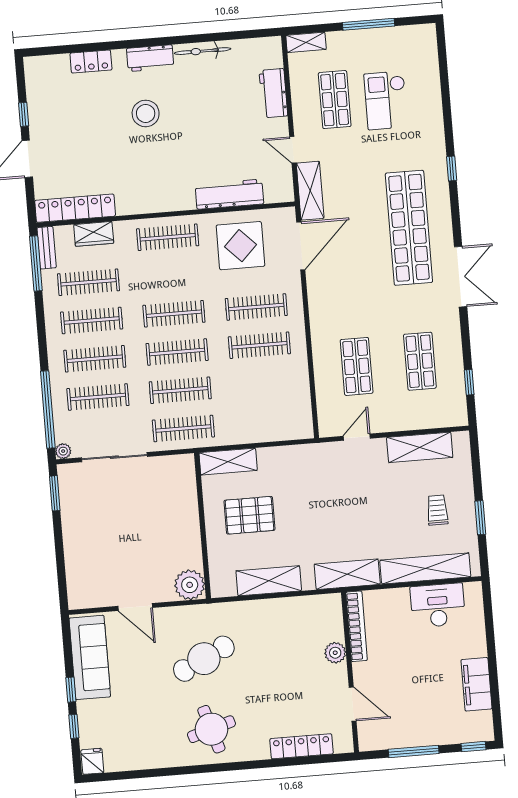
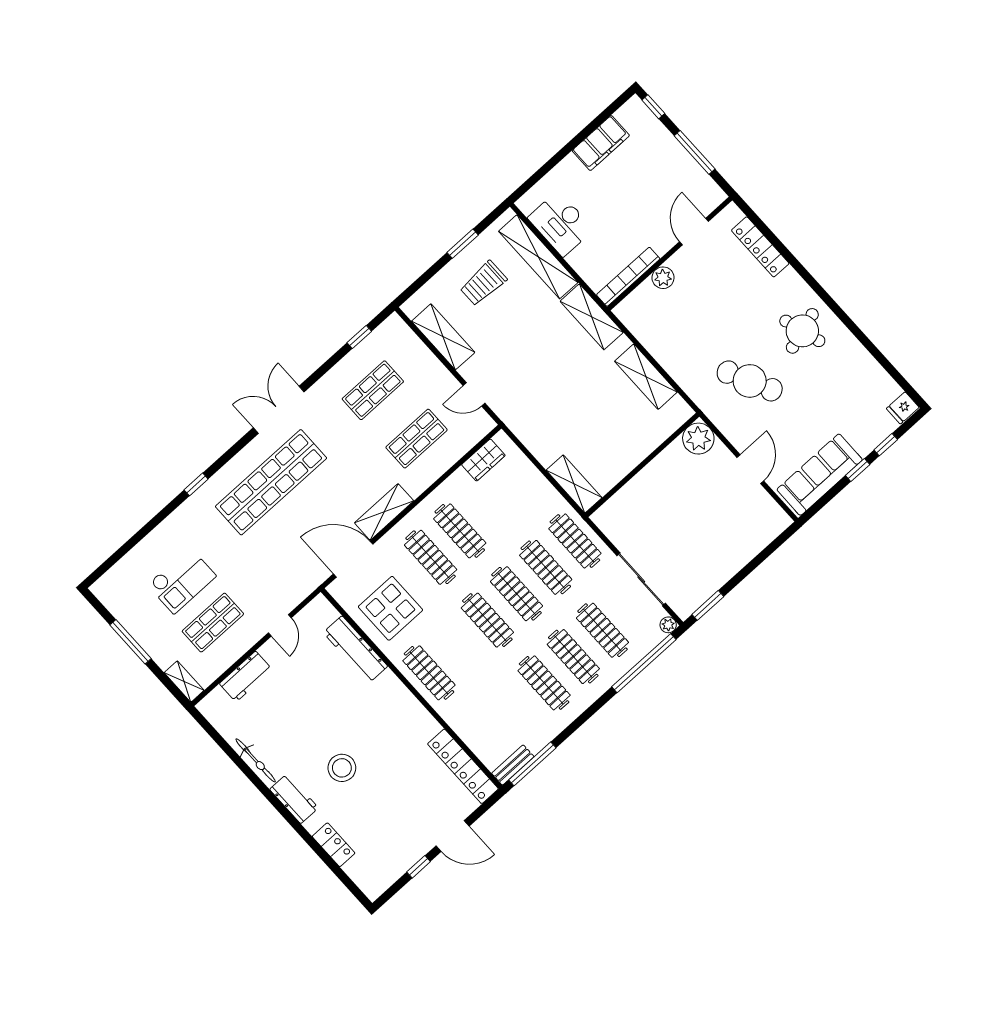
shelving: (310, 191) -> (384, 512), moved
wardrobe: (94, 234) -> (483, 460), moved, turned 90
clothes rail: (88, 282) -> (515, 709), removed
trolley: (437, 510) -> (483, 283), width x1.36, depth x1.39
pallet: (249, 515) -> (604, 433), removed

